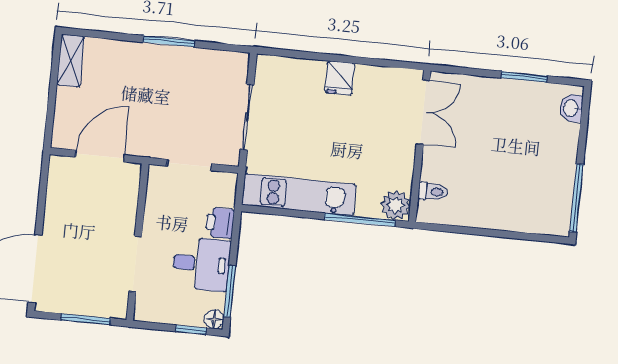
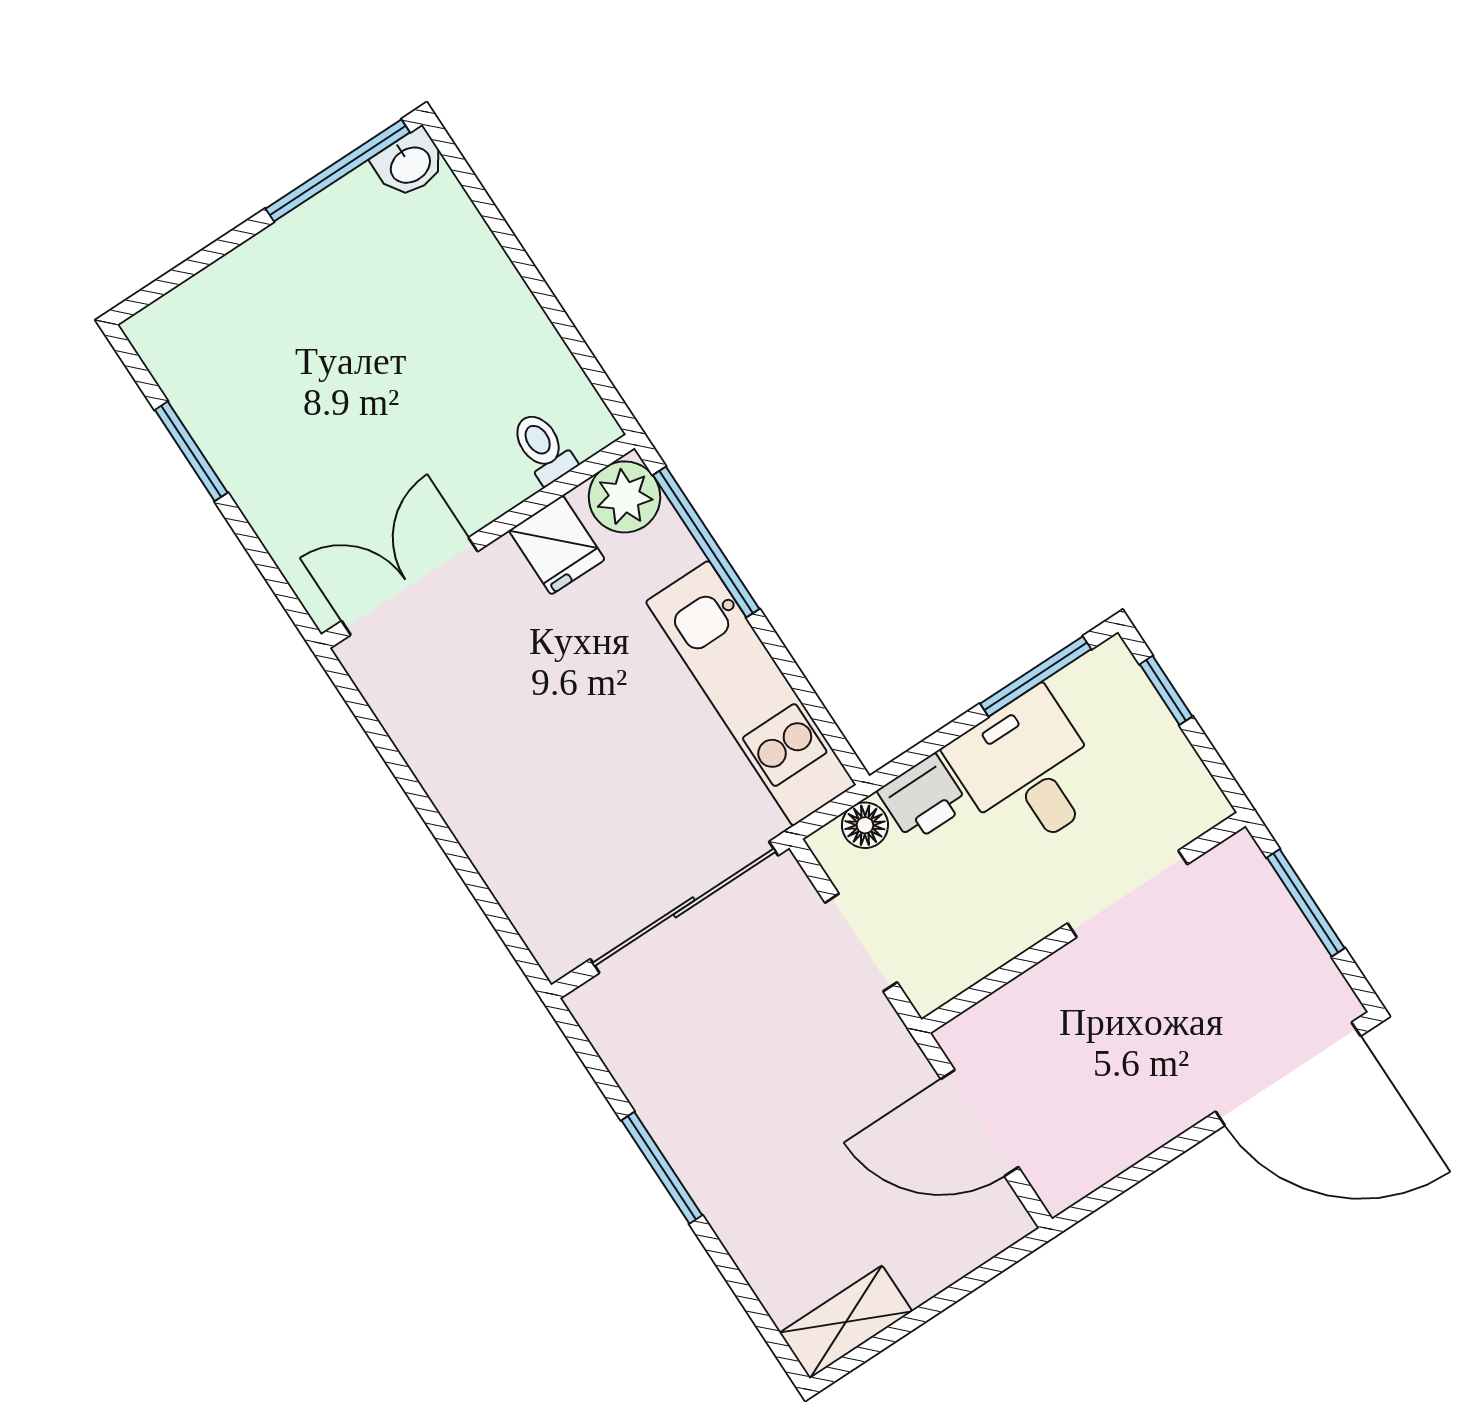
fridge: (340, 78) -> (557, 545), moved, turned 90
washbasin: (571, 108) -> (410, 164), moved
sliding door: (247, 117) -> (684, 907), width x1.37
floor lamp: (214, 319) -> (865, 825), moved

